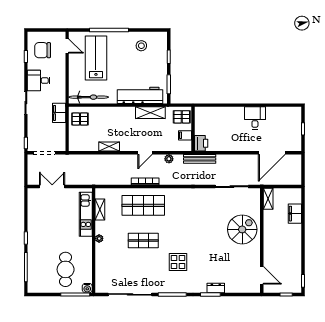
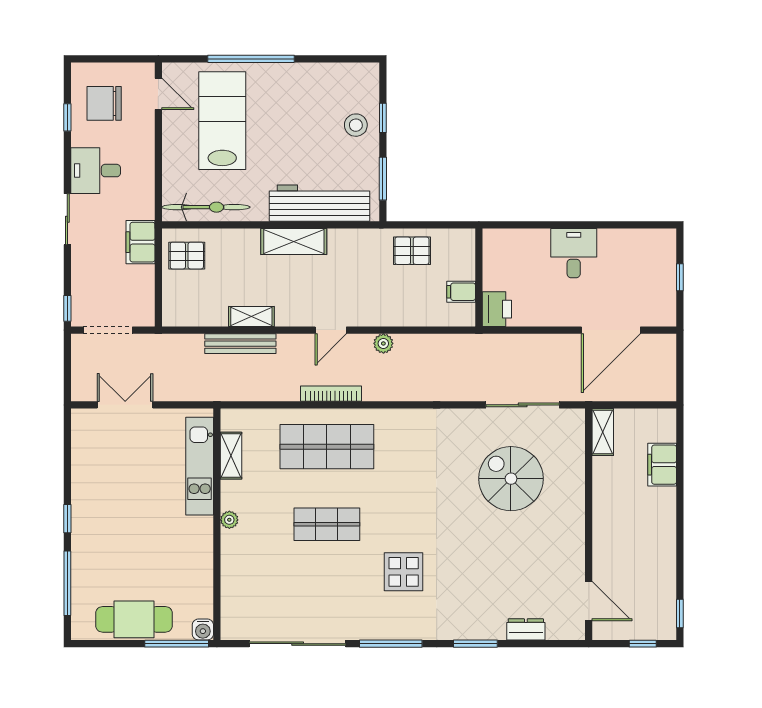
stool: (141, 46) -> (356, 125), moved
shelving: (150, 113) -> (294, 242), moved
wall: (193, 129) -> (479, 278), moved
filing cabinet: (185, 135) -> (461, 292), moved
printer: (201, 143) -> (497, 309), moved
bench: (200, 159) -> (240, 344), moved
spiral stairs: (242, 229) -> (511, 479), moved, turned -90
cafe table: (66, 269) -> (134, 619), moved, turned 90
dresser: (216, 288) -> (526, 629), moved

